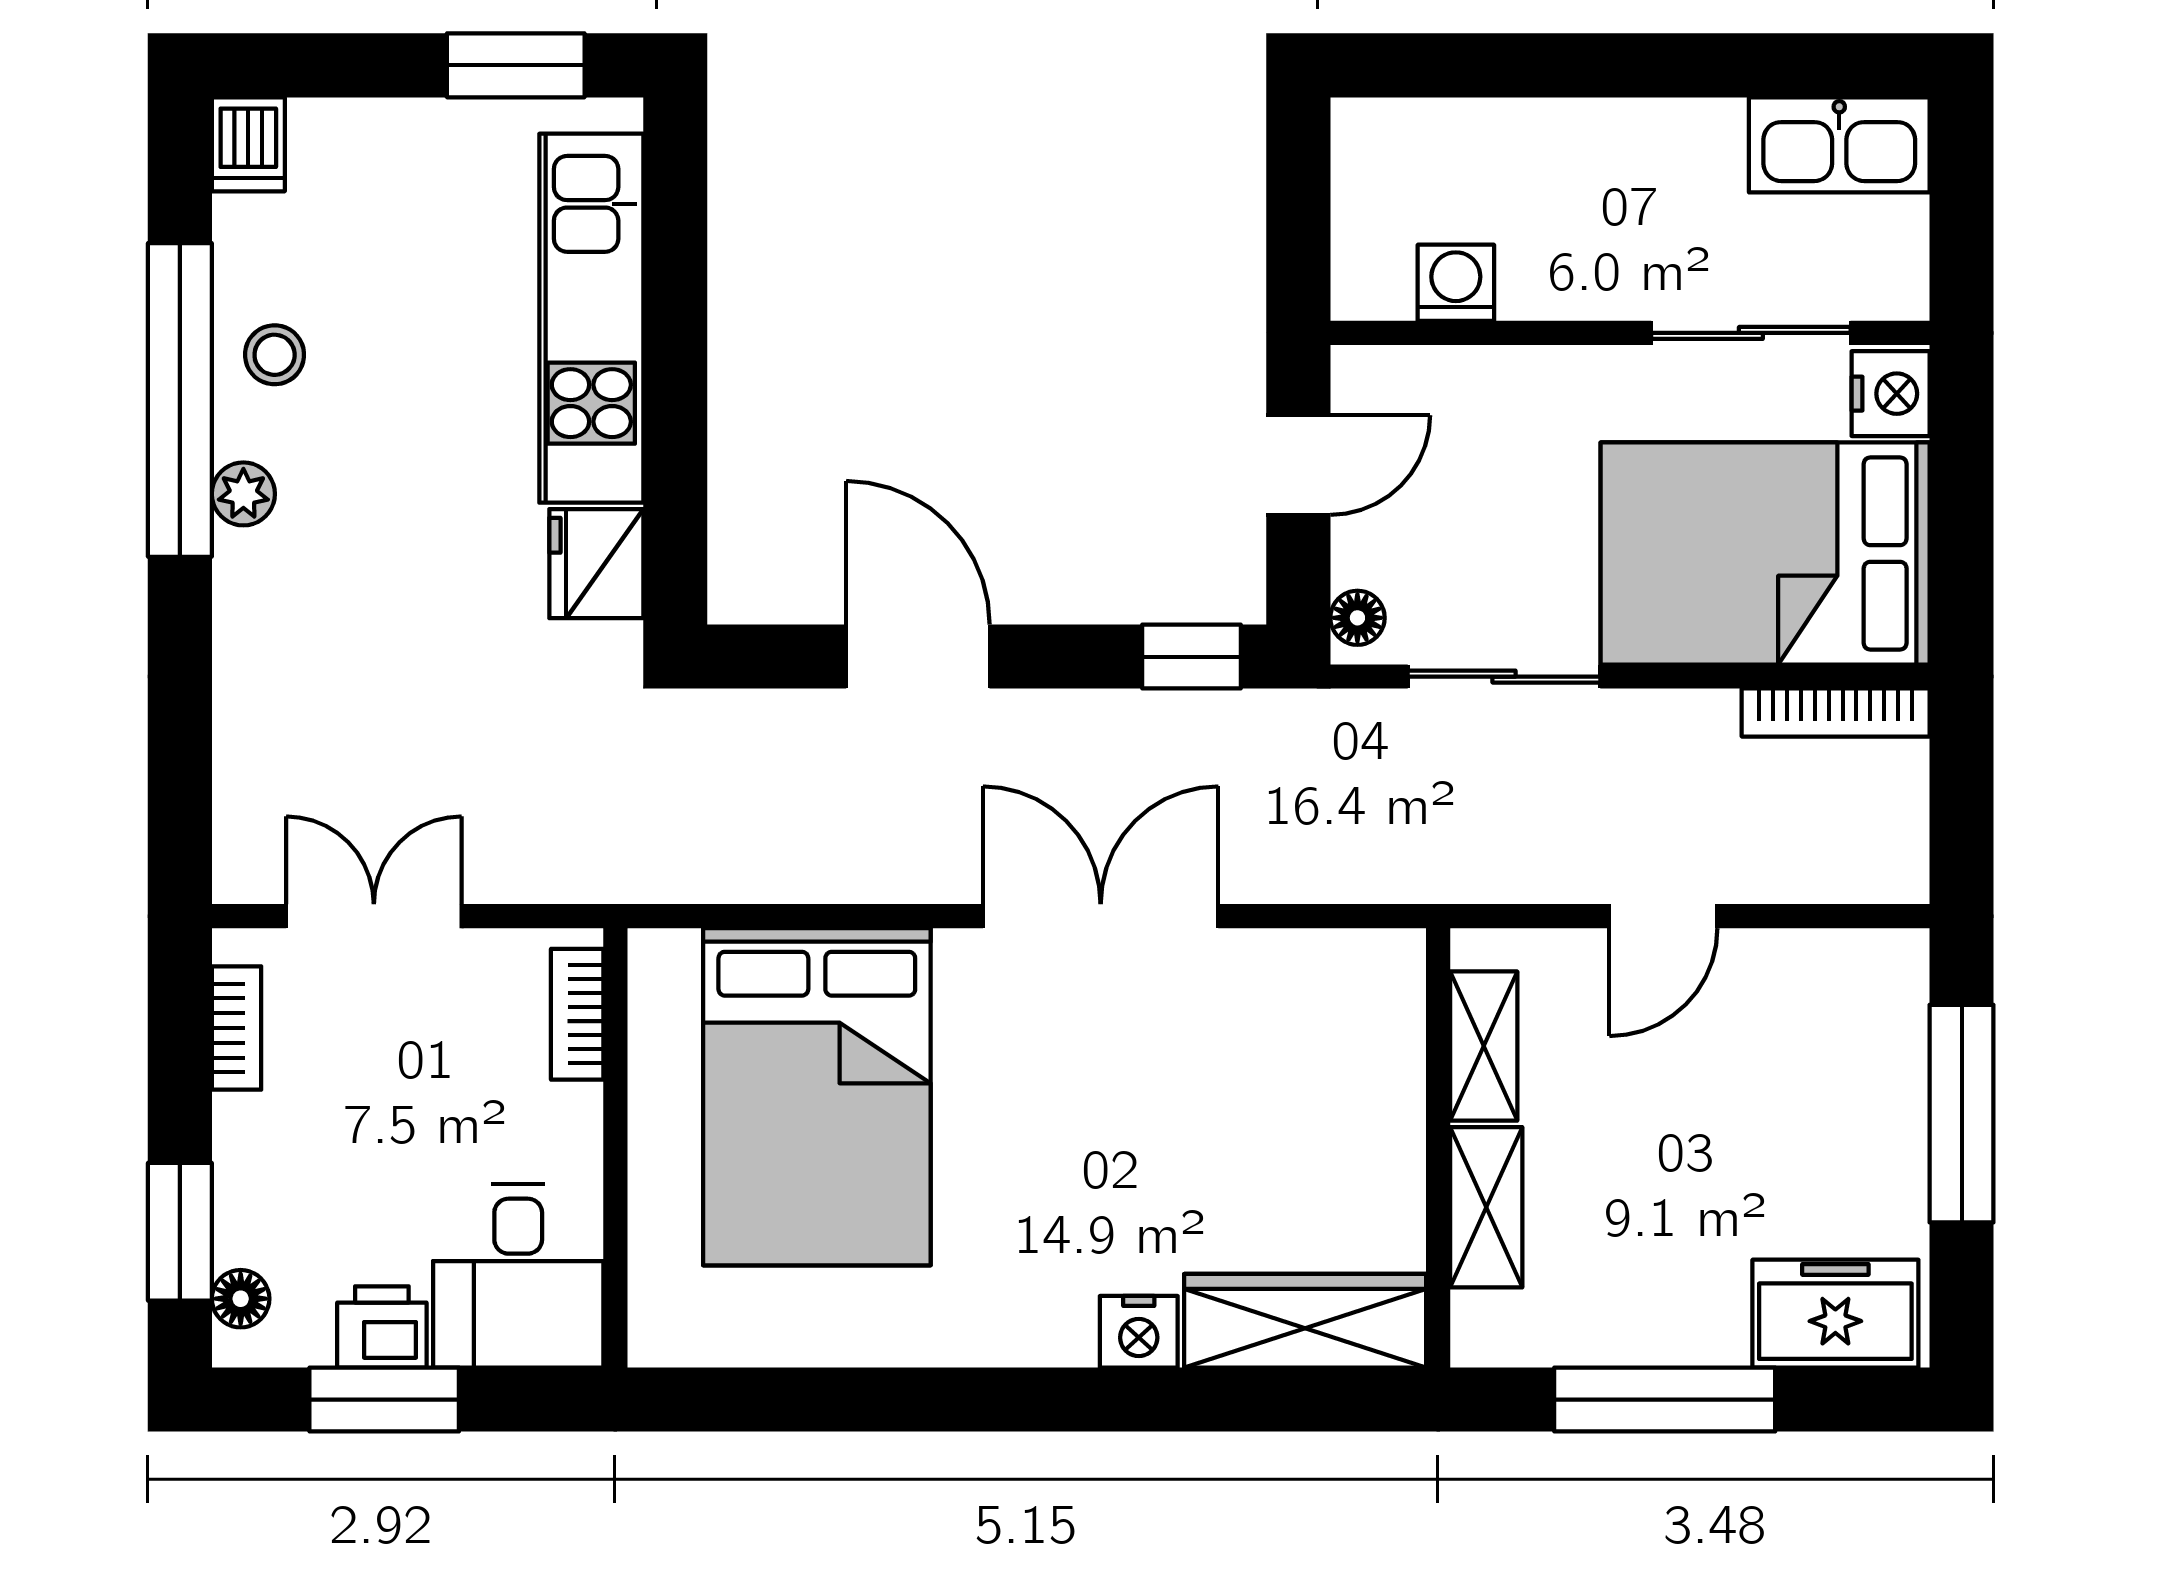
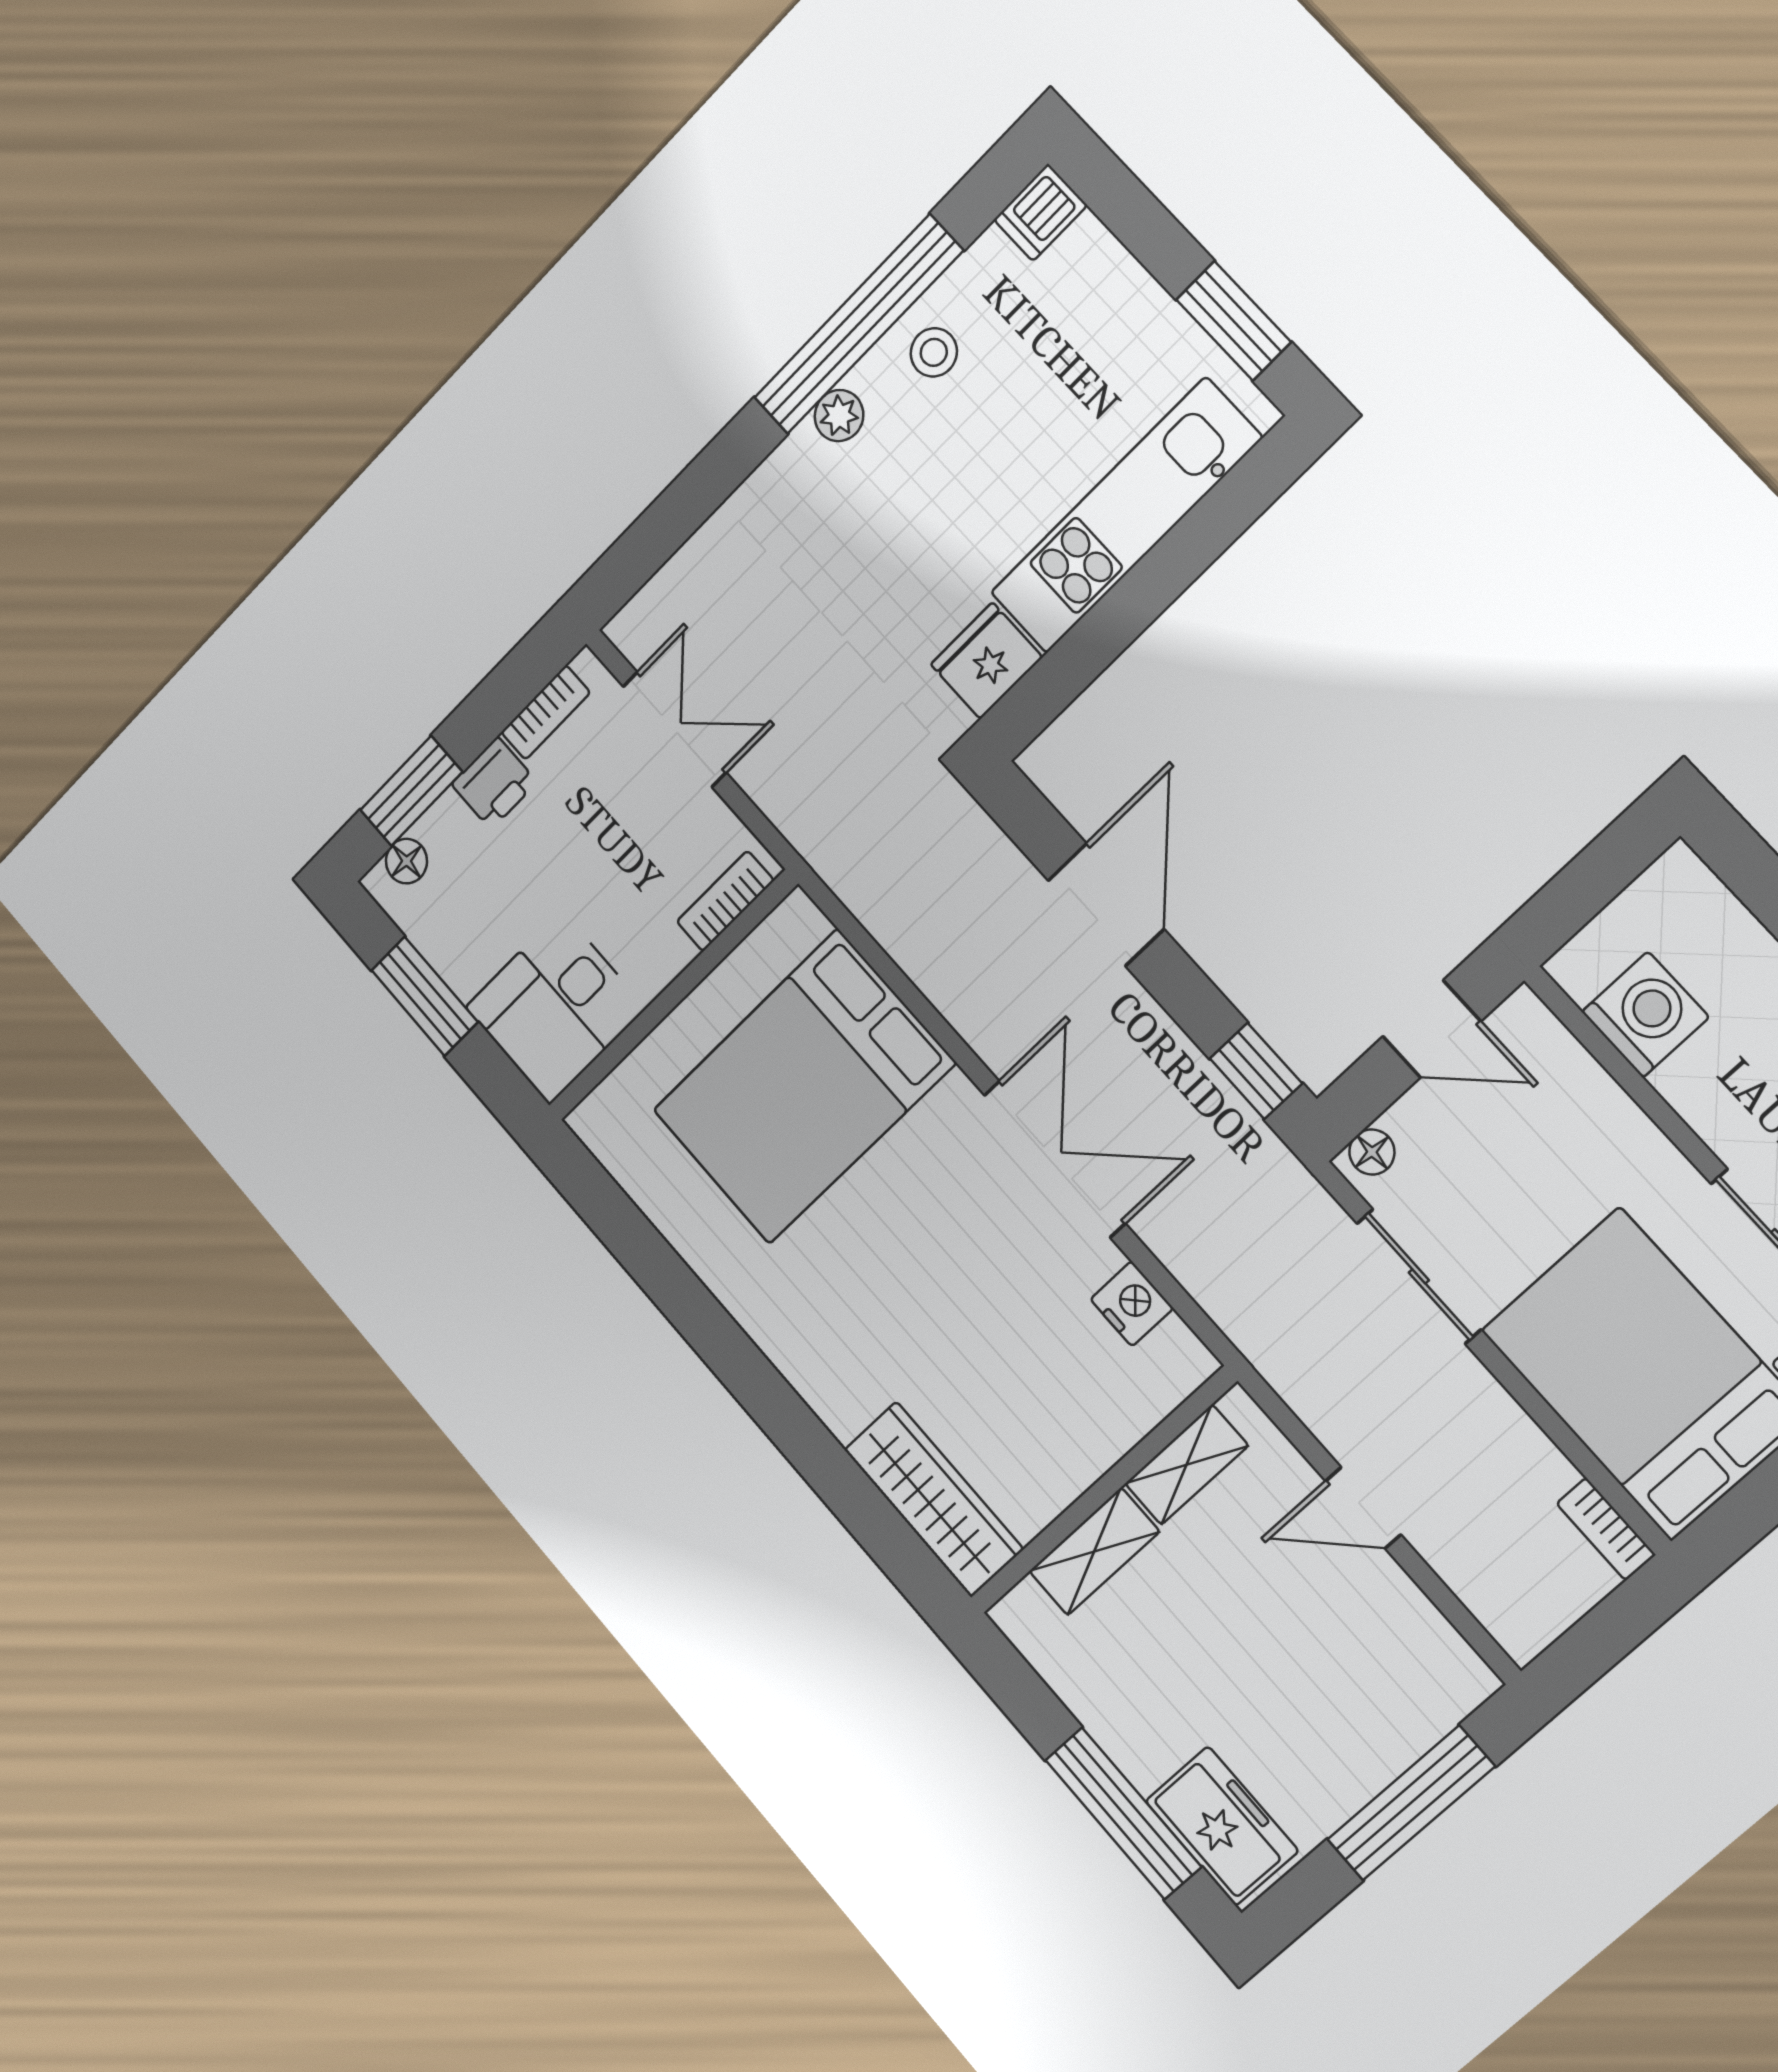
washing machine: (1456, 283) -> (1645, 1015), width x1.38, depth x1.38
bookcase: (1836, 713) -> (1606, 1529), width x0.64
printer: (382, 1327) -> (494, 783), moved, turned 90
nightstand: (1139, 1332) -> (1132, 1304), moved, turned 180
window: (1665, 1400) -> (1123, 1813), moved

